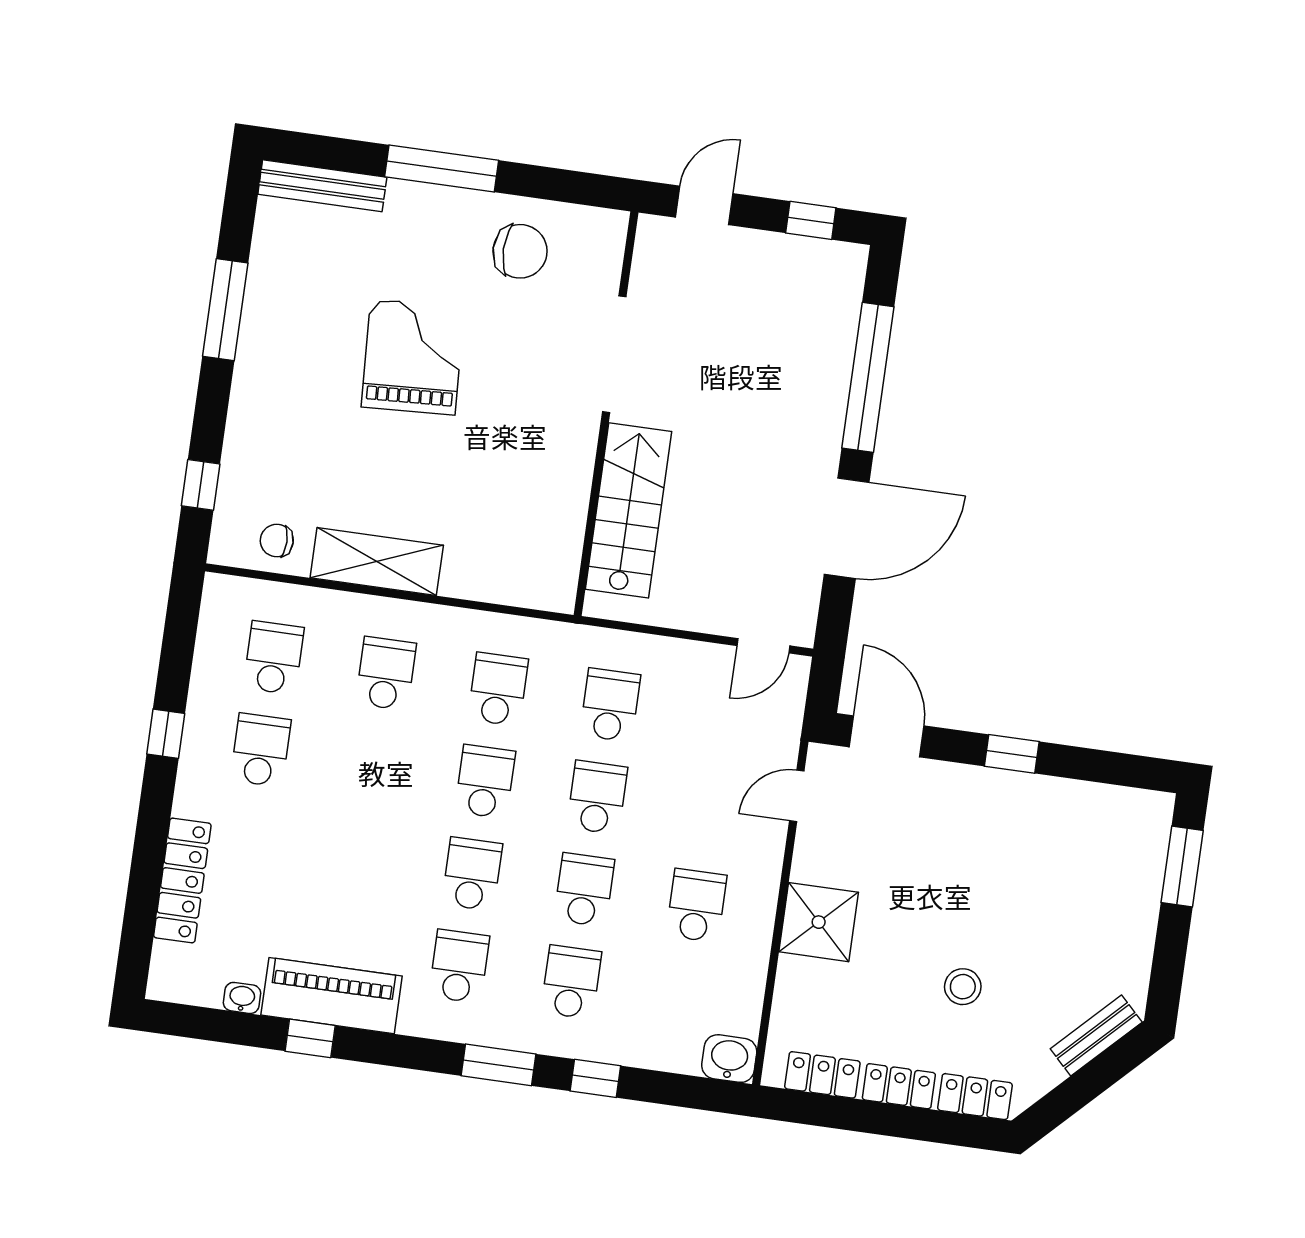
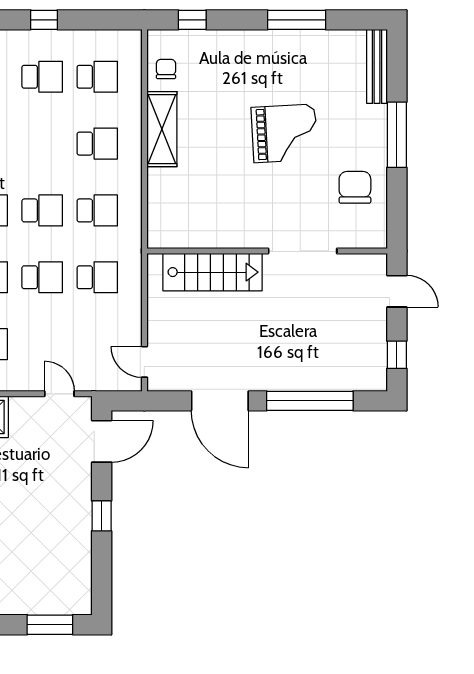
chair: (520, 251) -> (355, 187), turned 180

